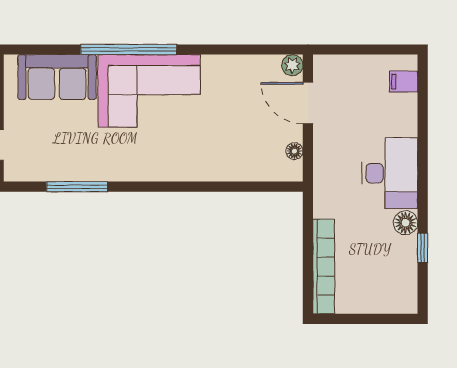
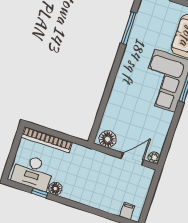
floor lamp: (294, 151) -> (108, 139), width x1.89, depth x1.89
desk: (390, 173) -> (33, 172), moved

